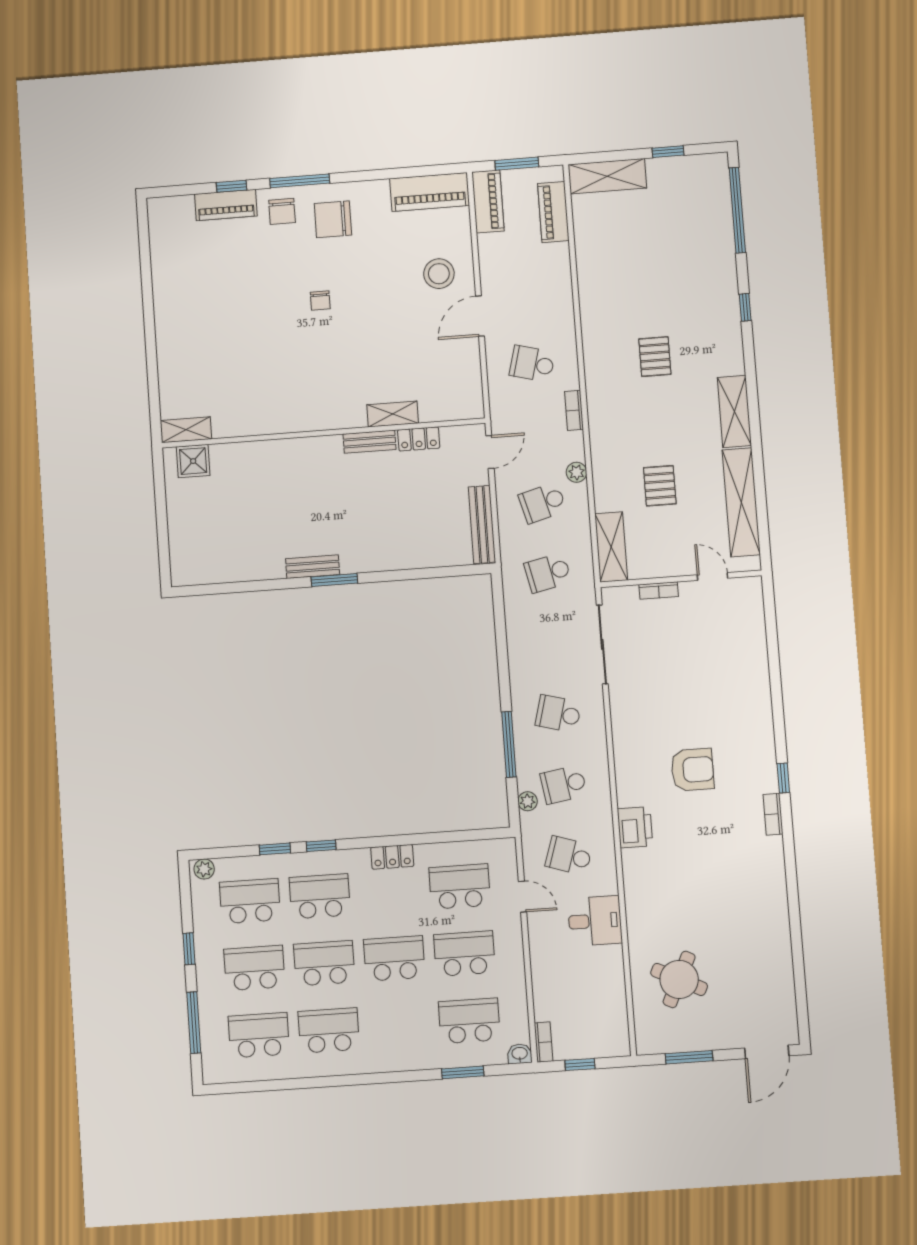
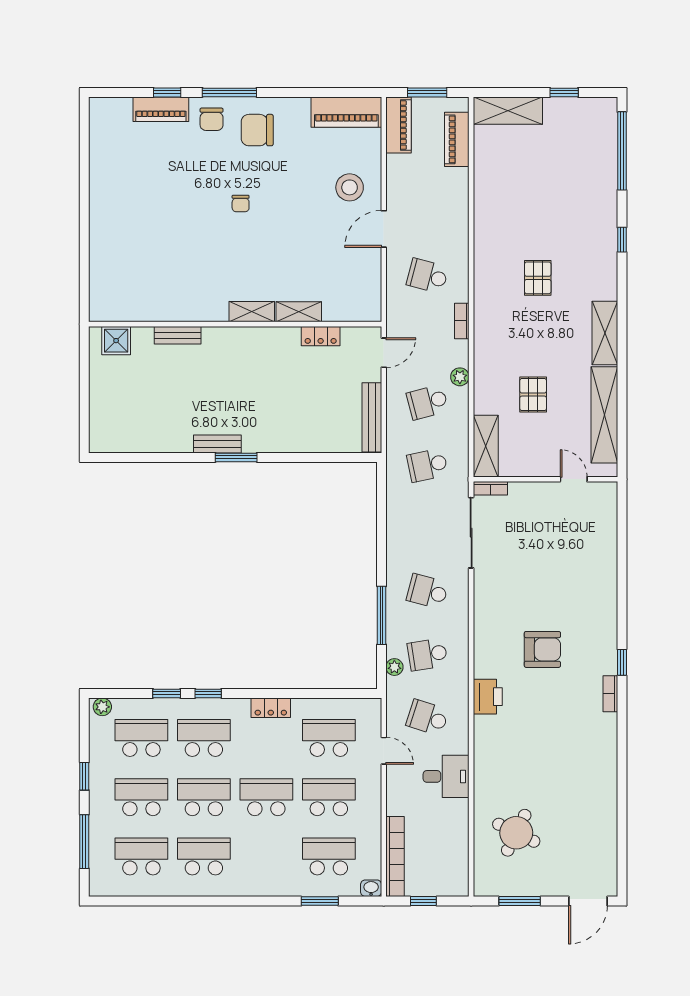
shelving: (186, 430) -> (252, 312), moved
bench: (369, 442) -> (178, 335), moved
bookcase: (659, 590) -> (490, 488), moved
bookcase: (543, 1042) -> (395, 857), width x2.31, depth x1.31

